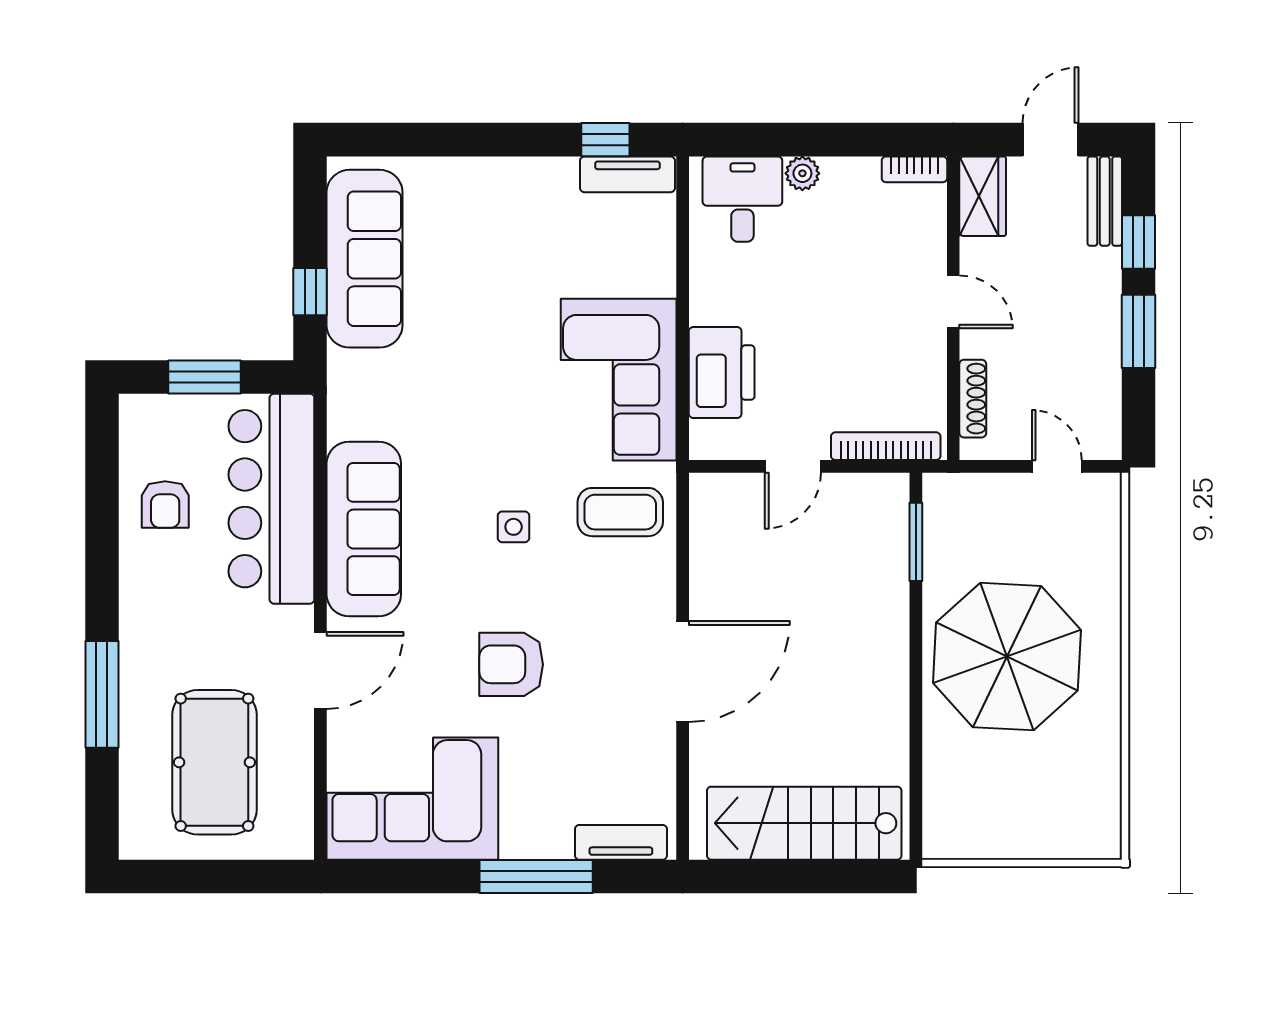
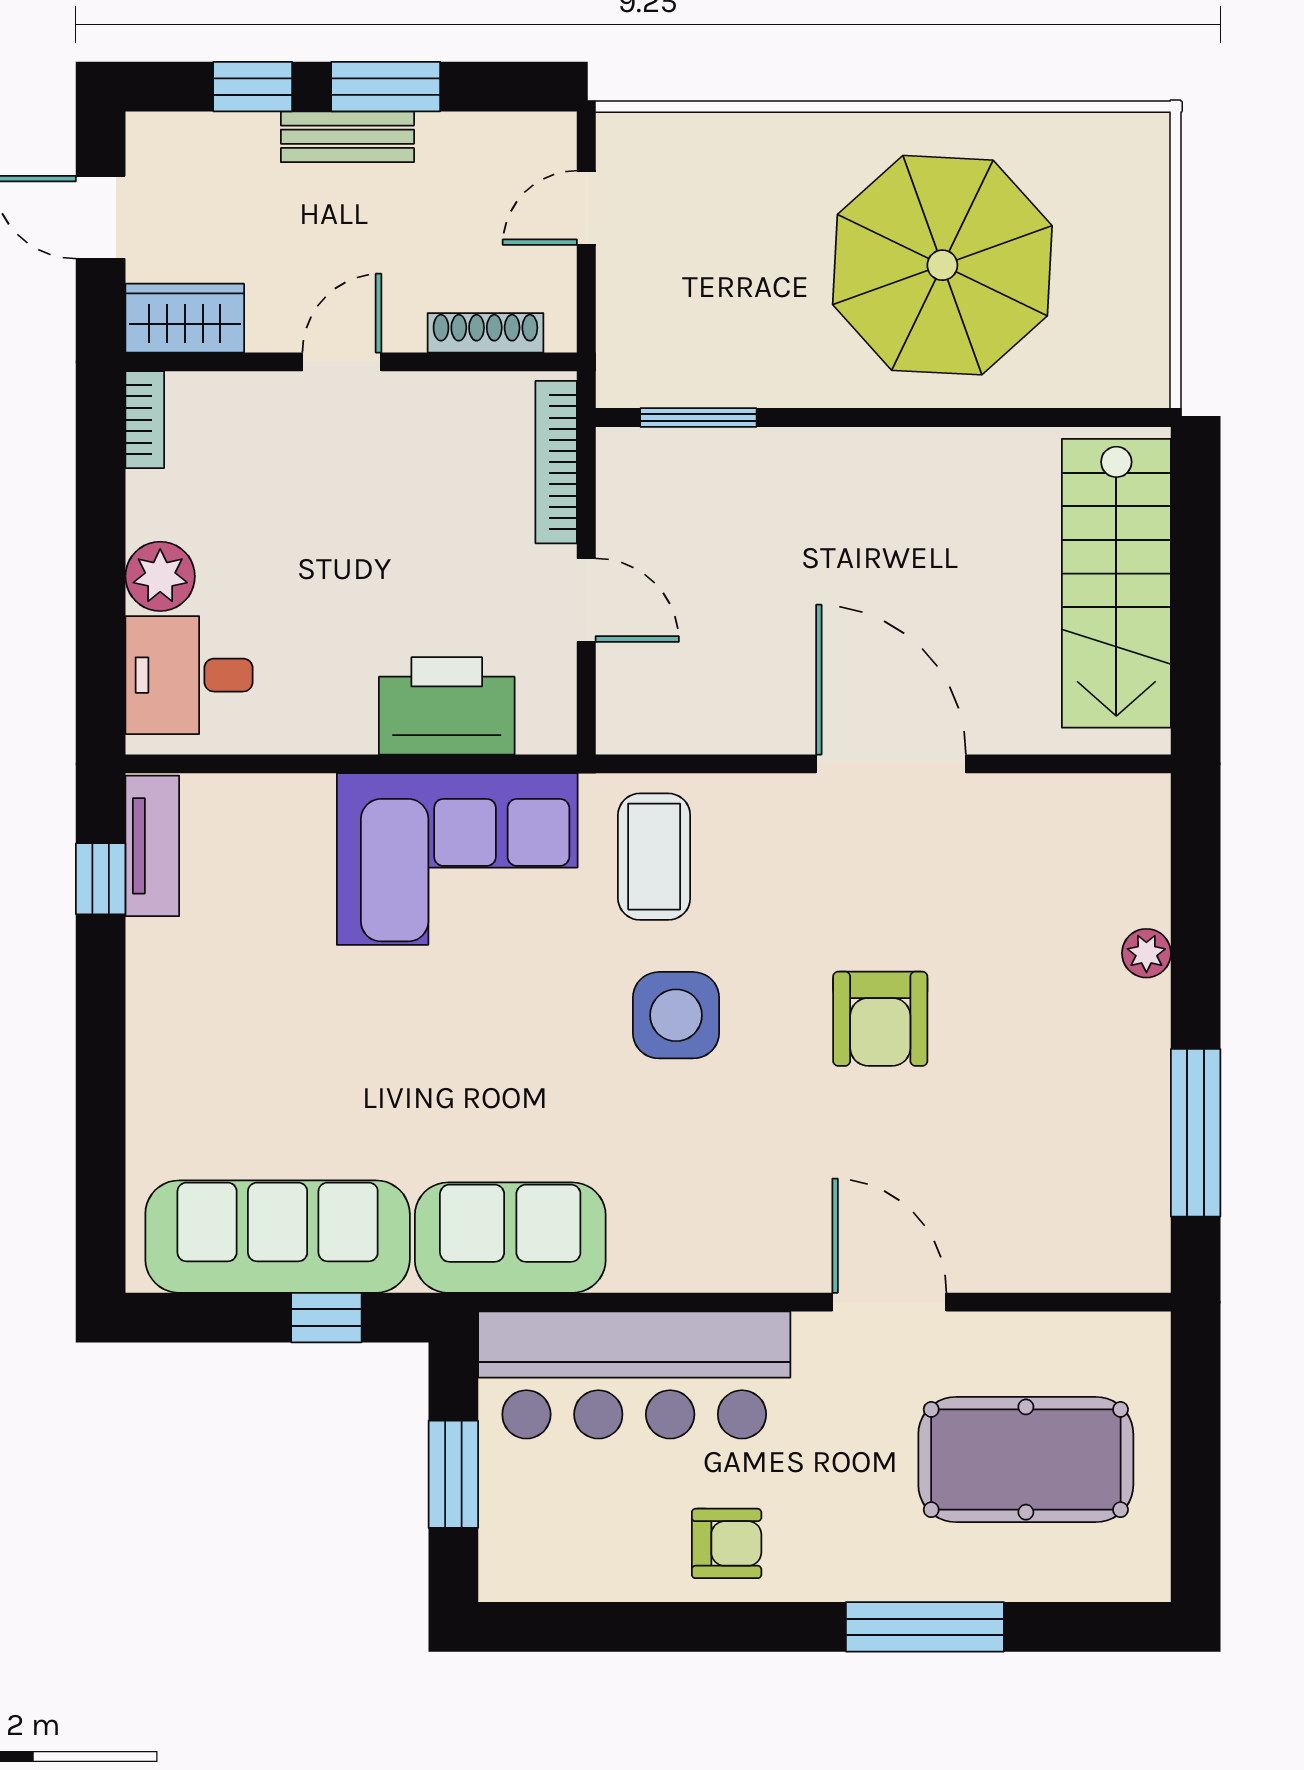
plant: (802, 173) -> (160, 576), width x1.38, depth x1.38
bench: (1105, 201) -> (347, 137), moved
armchair: (165, 504) -> (727, 1543), moved
side table: (514, 527) -> (676, 1015), width x1.87, depth x1.87
sofa: (364, 529) -> (510, 1238), moved, width x0.73
parasol: (1007, 657) -> (942, 265), moved
corner sofa: (412, 799) -> (1080, 1165), removed
tv unit: (621, 842) -> (1145, 856), removed
plant: (555, 843) -> (1146, 953), added
window: (536, 877) -> (1196, 1133), moved

